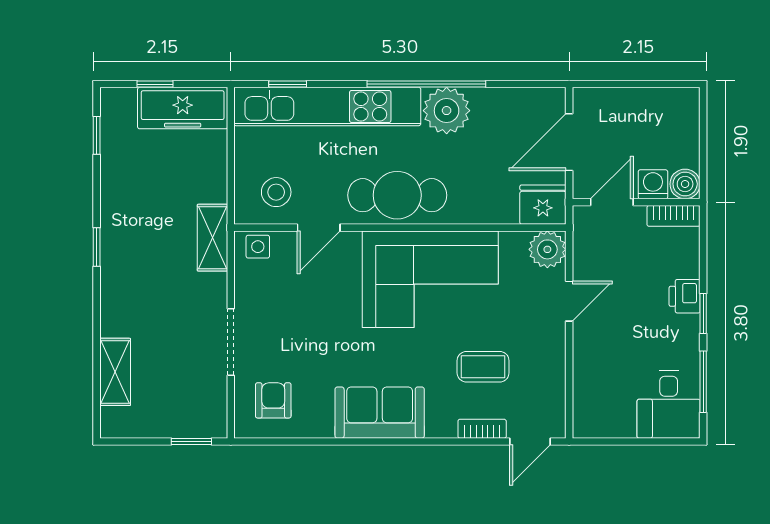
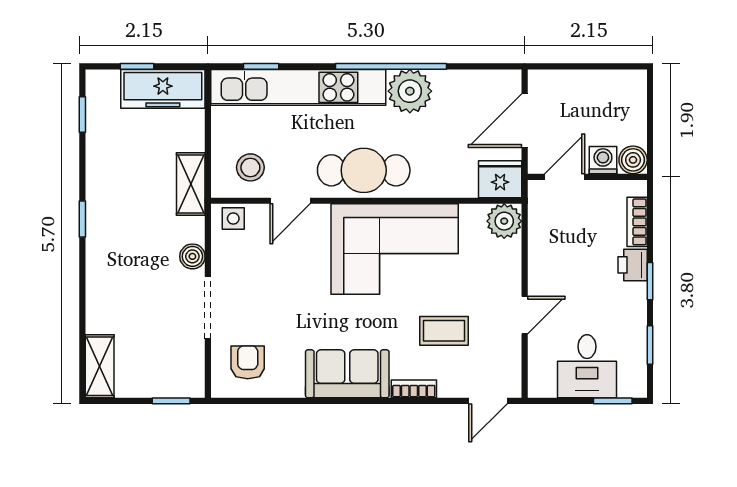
bookcase: (674, 216) -> (637, 222), moved, turned 90
shelving: (212, 238) -> (191, 184), moved
boiler: (214, 287) -> (192, 256), added
door: (569, 301) -> (525, 315), moved
shelving: (115, 372) -> (100, 366), moved
window: (703, 382) -> (650, 345), width x0.67
desk: (669, 404) -> (587, 366), moved
bookcase: (482, 429) -> (414, 389), moved
window: (663, 442) -> (613, 401), added

